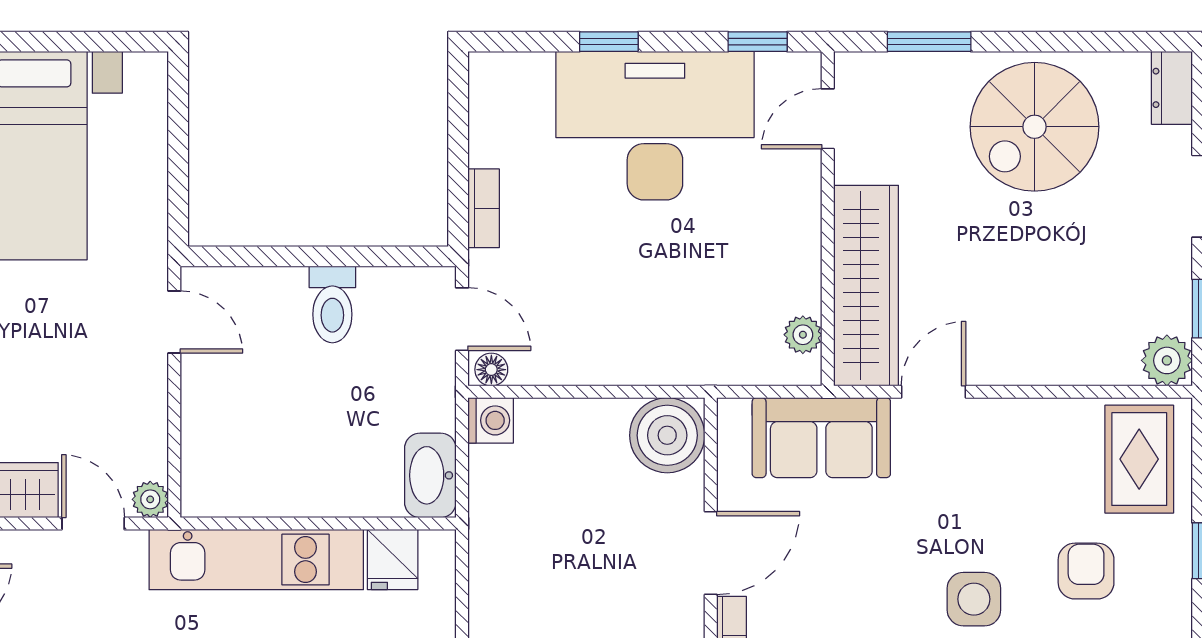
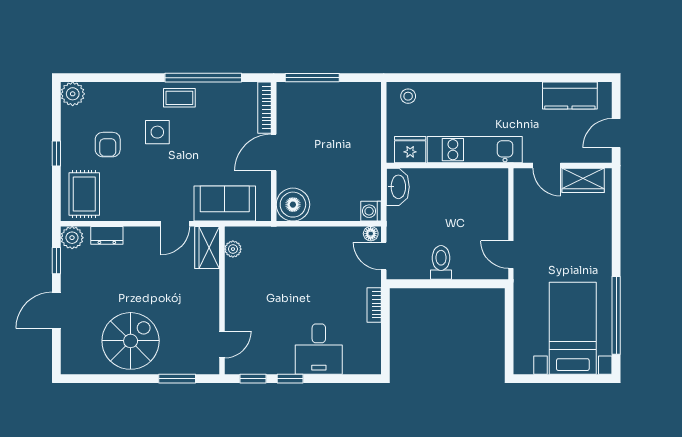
window: (609, 42) -> (290, 379), moved
dresser: (1172, 88) -> (107, 235), moved, turned 90
desk: (655, 126) -> (319, 349), width x0.53, depth x0.77
wardrobe: (866, 286) -> (207, 247), width x0.48, depth x0.85
plant: (150, 499) -> (522, 176), removed
fridge: (393, 559) -> (410, 150), width x1.38

